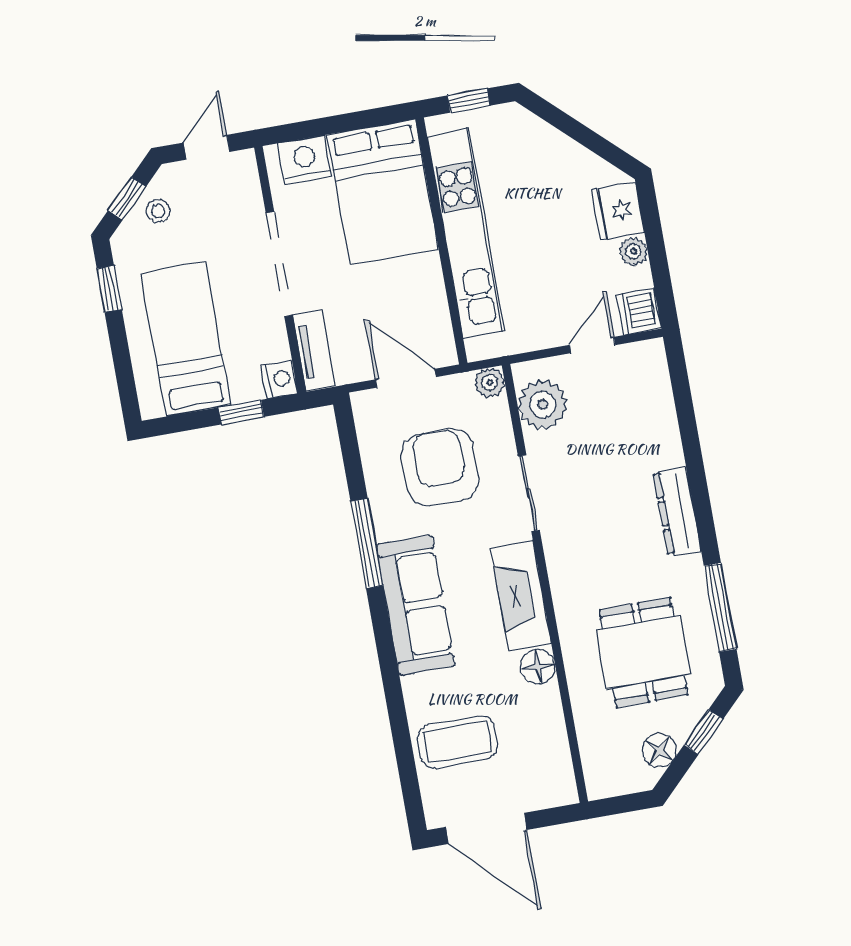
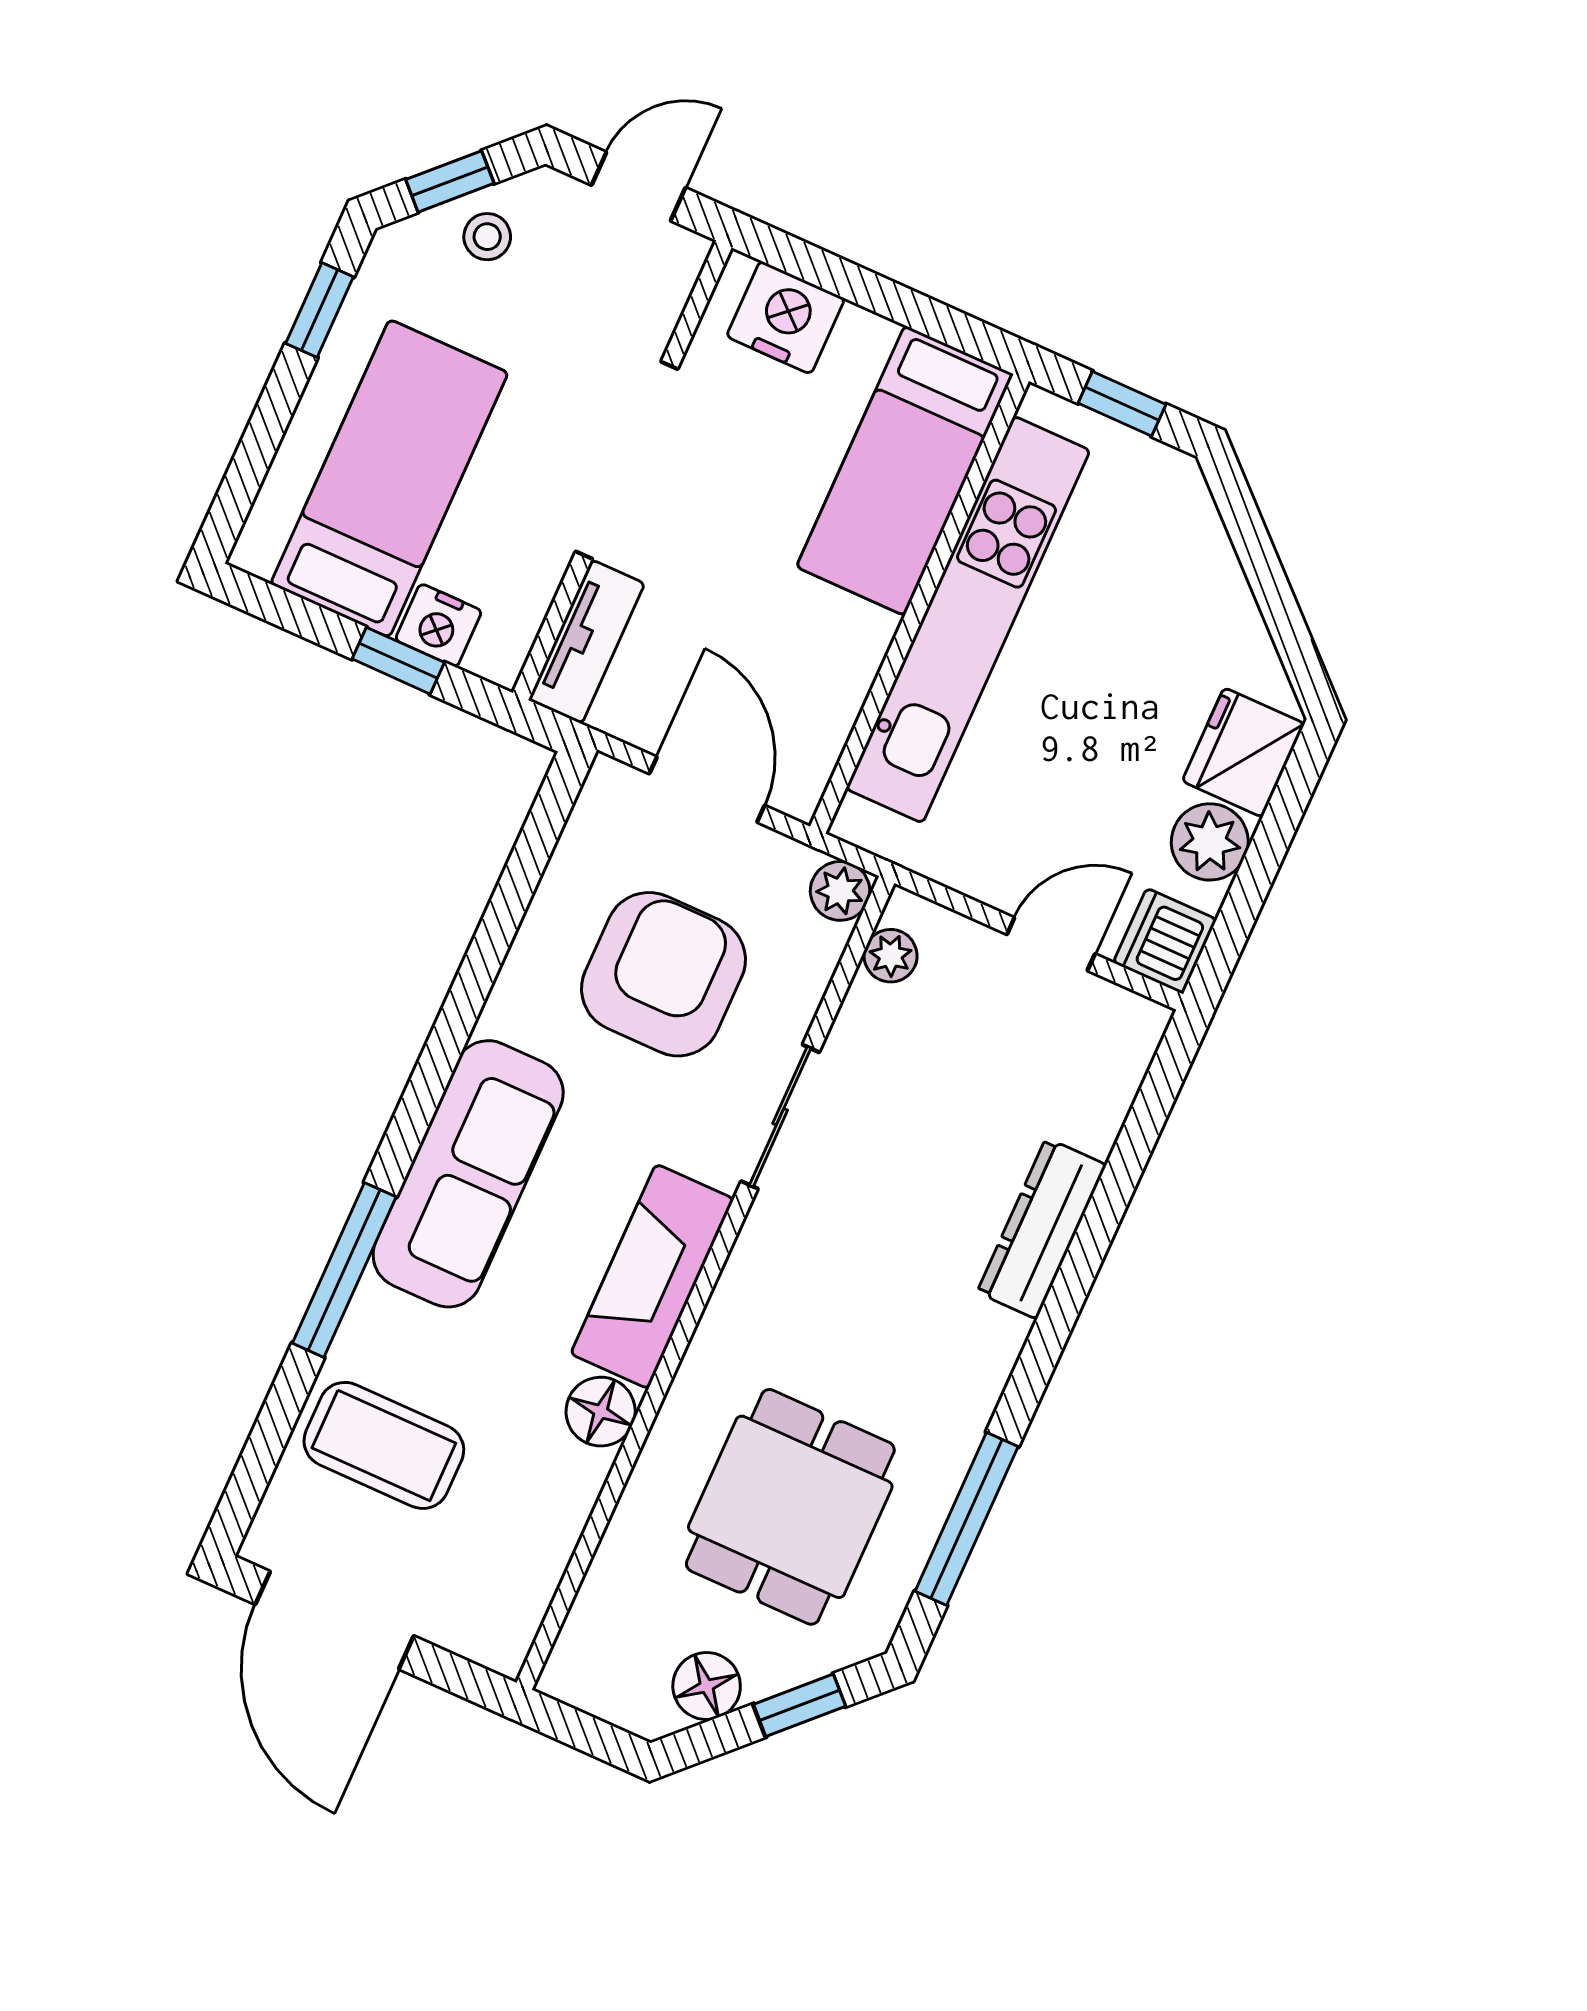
bed: (383, 192) -> (905, 470), width x0.67
plant: (634, 251) -> (1210, 842), width x1.38, depth x1.38
nightstand: (279, 379) -> (438, 625), moved, turned 90
plant: (543, 405) -> (891, 956), width x0.53, depth x0.53
dresser: (677, 511) -> (1042, 1229), moved
window: (367, 543) -> (344, 1270), moved

